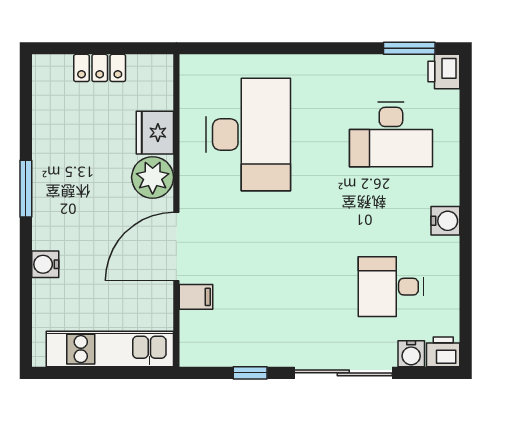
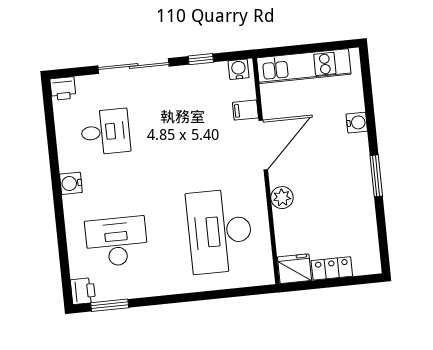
fridge: (155, 133) -> (294, 269), moved, turned -90
plant: (153, 177) -> (282, 198), width x0.73, depth x0.73
water cooler: (411, 354) -> (239, 69), moved

